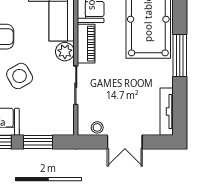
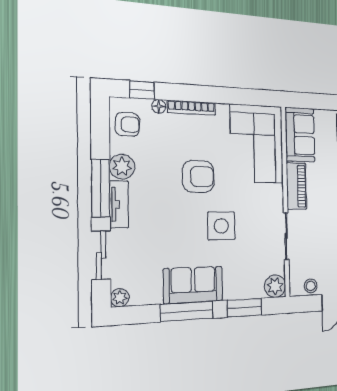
plant: (65, 52) -> (275, 286), moved
side table: (20, 76) -> (221, 226), turned 30

